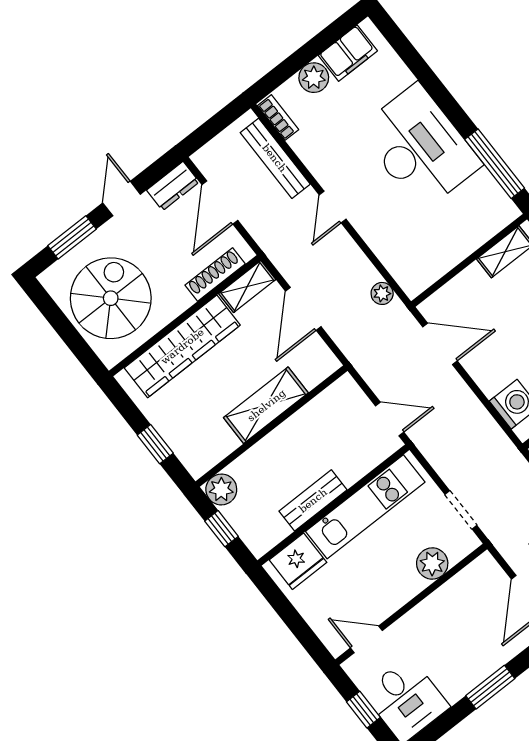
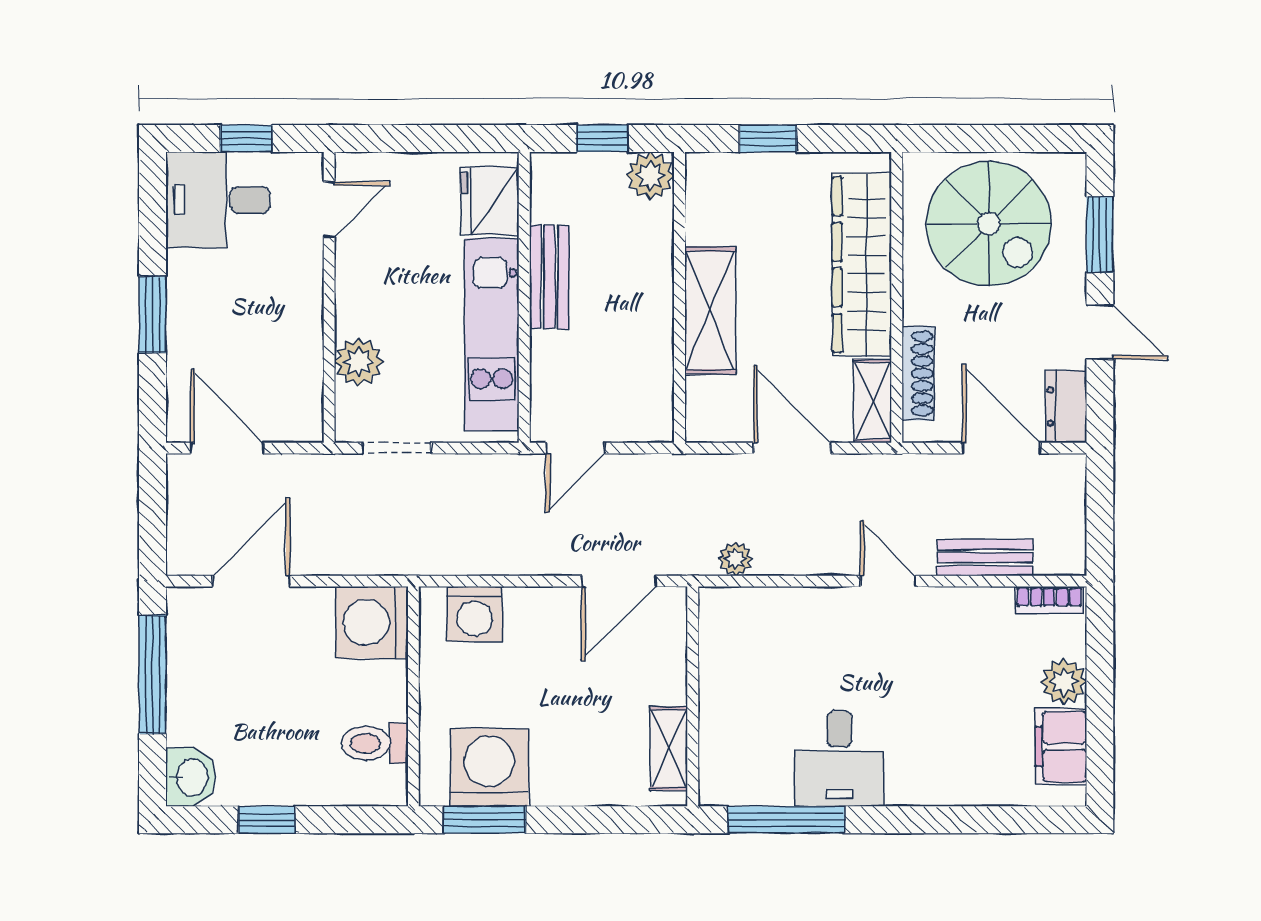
desk: (420, 147) -> (839, 759), width x0.53, depth x0.77
bench: (275, 158) -> (985, 558), width x0.73

